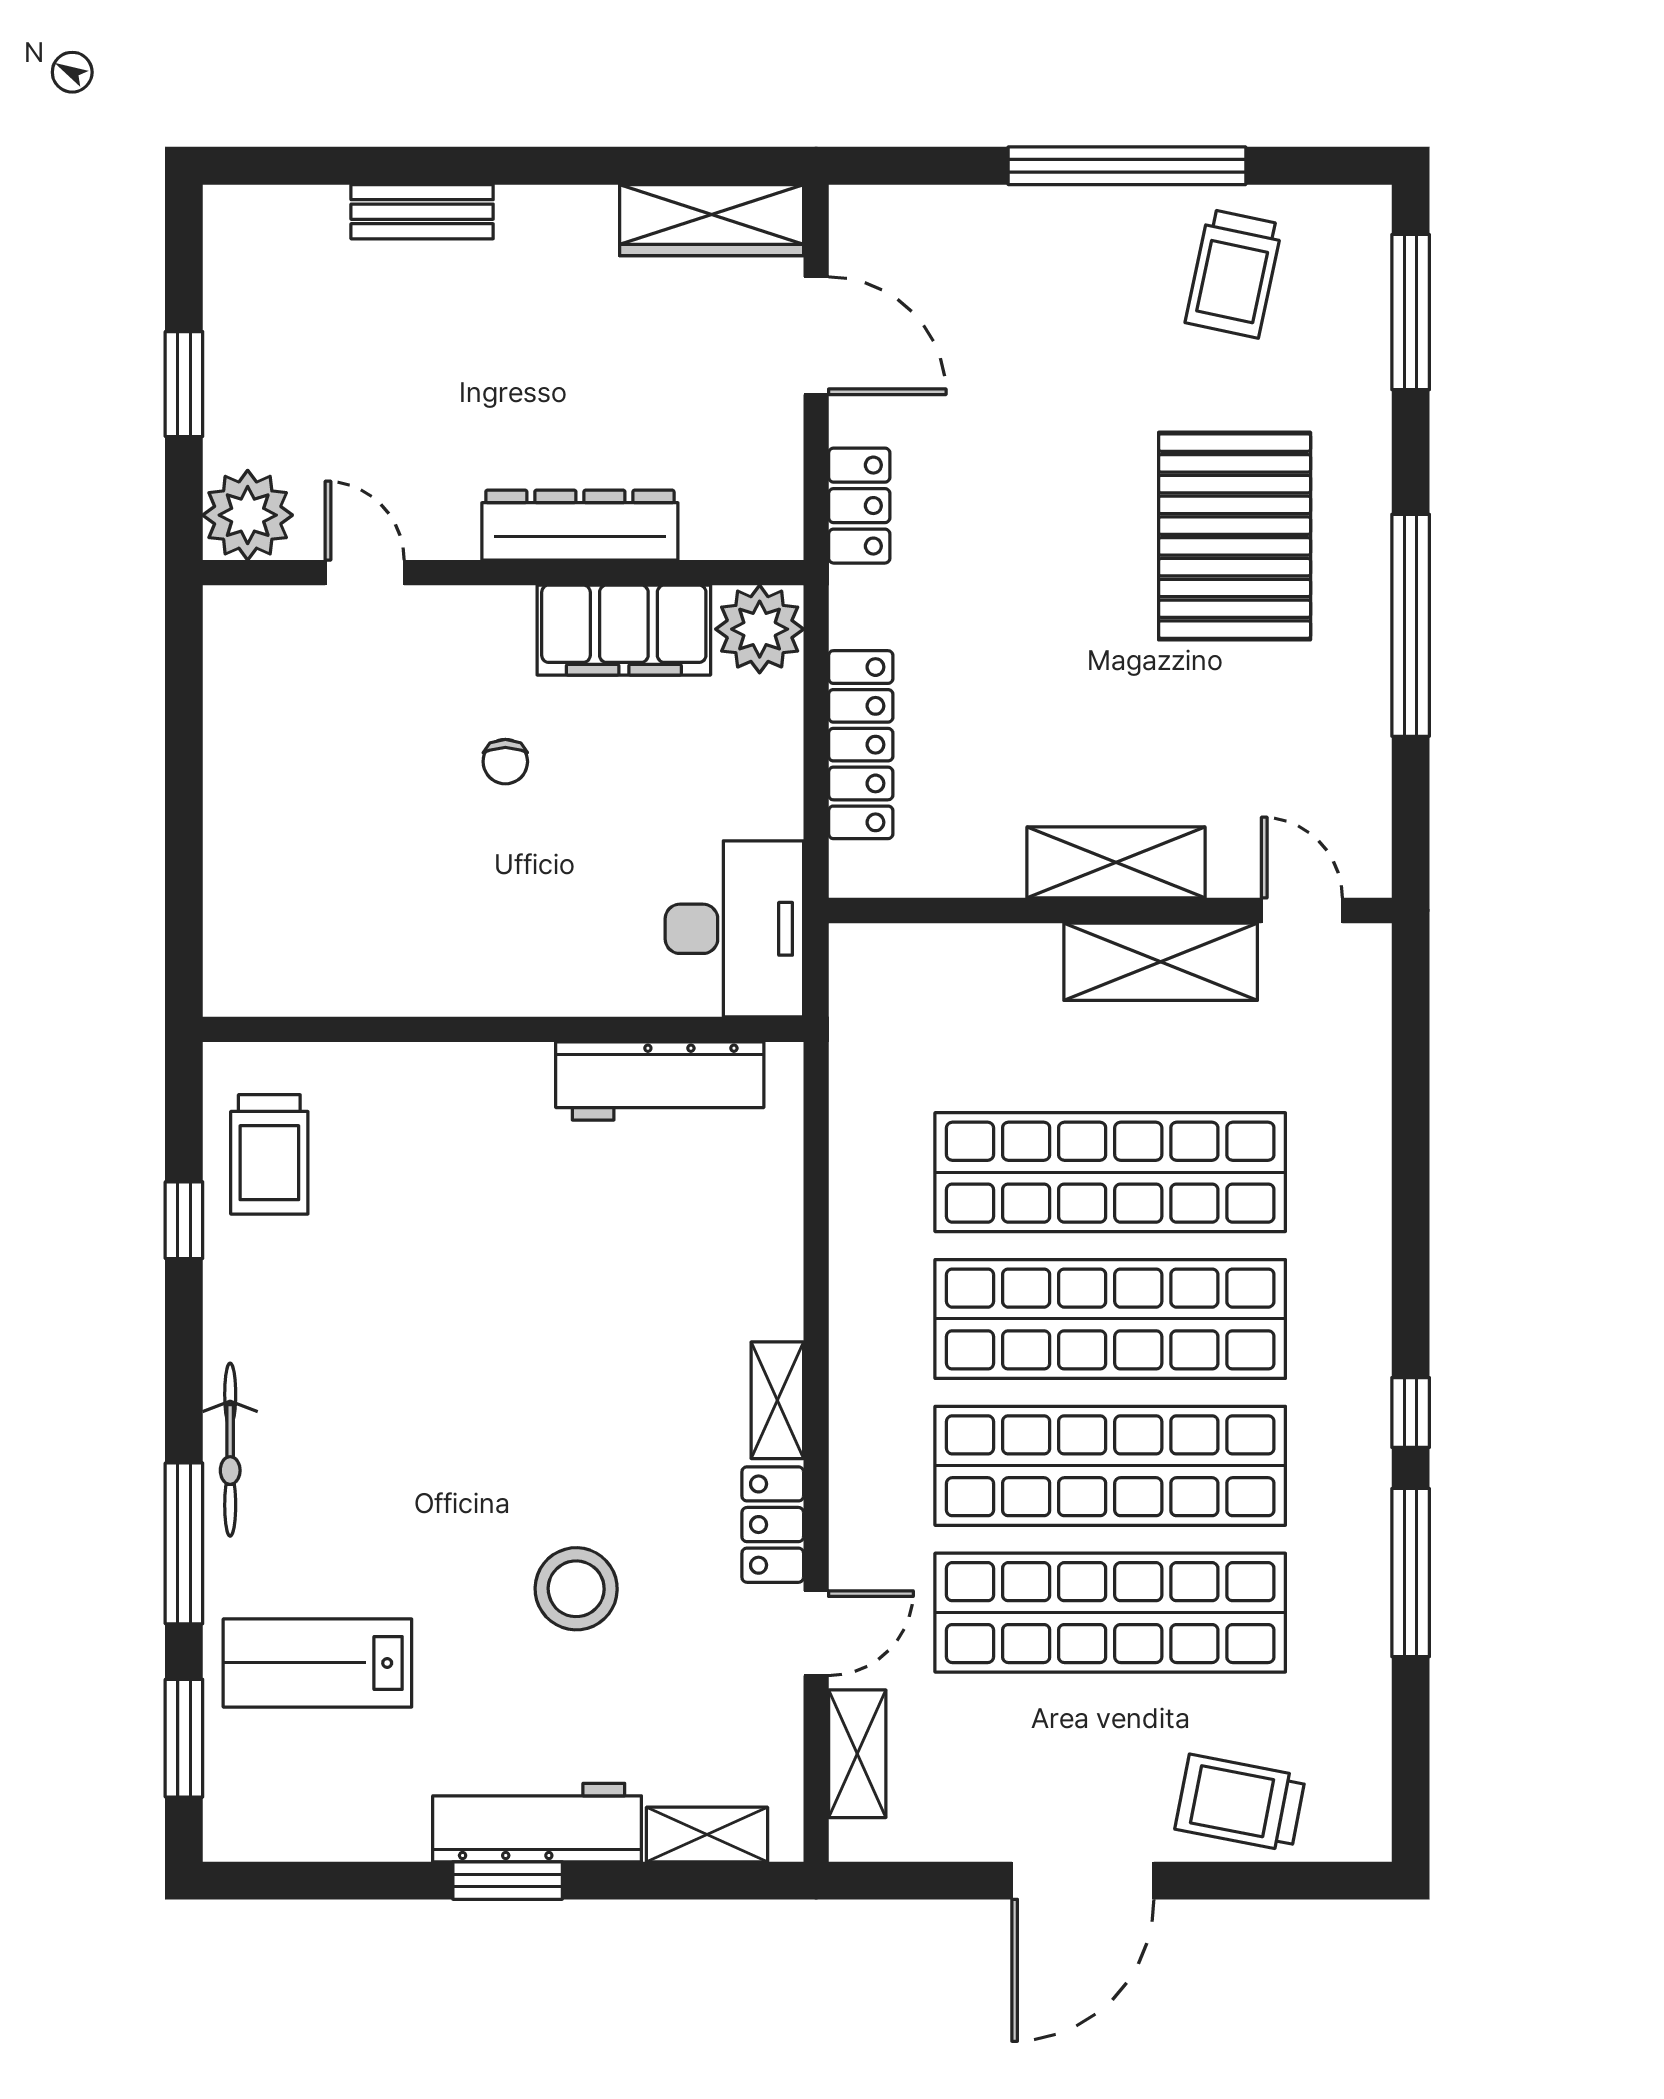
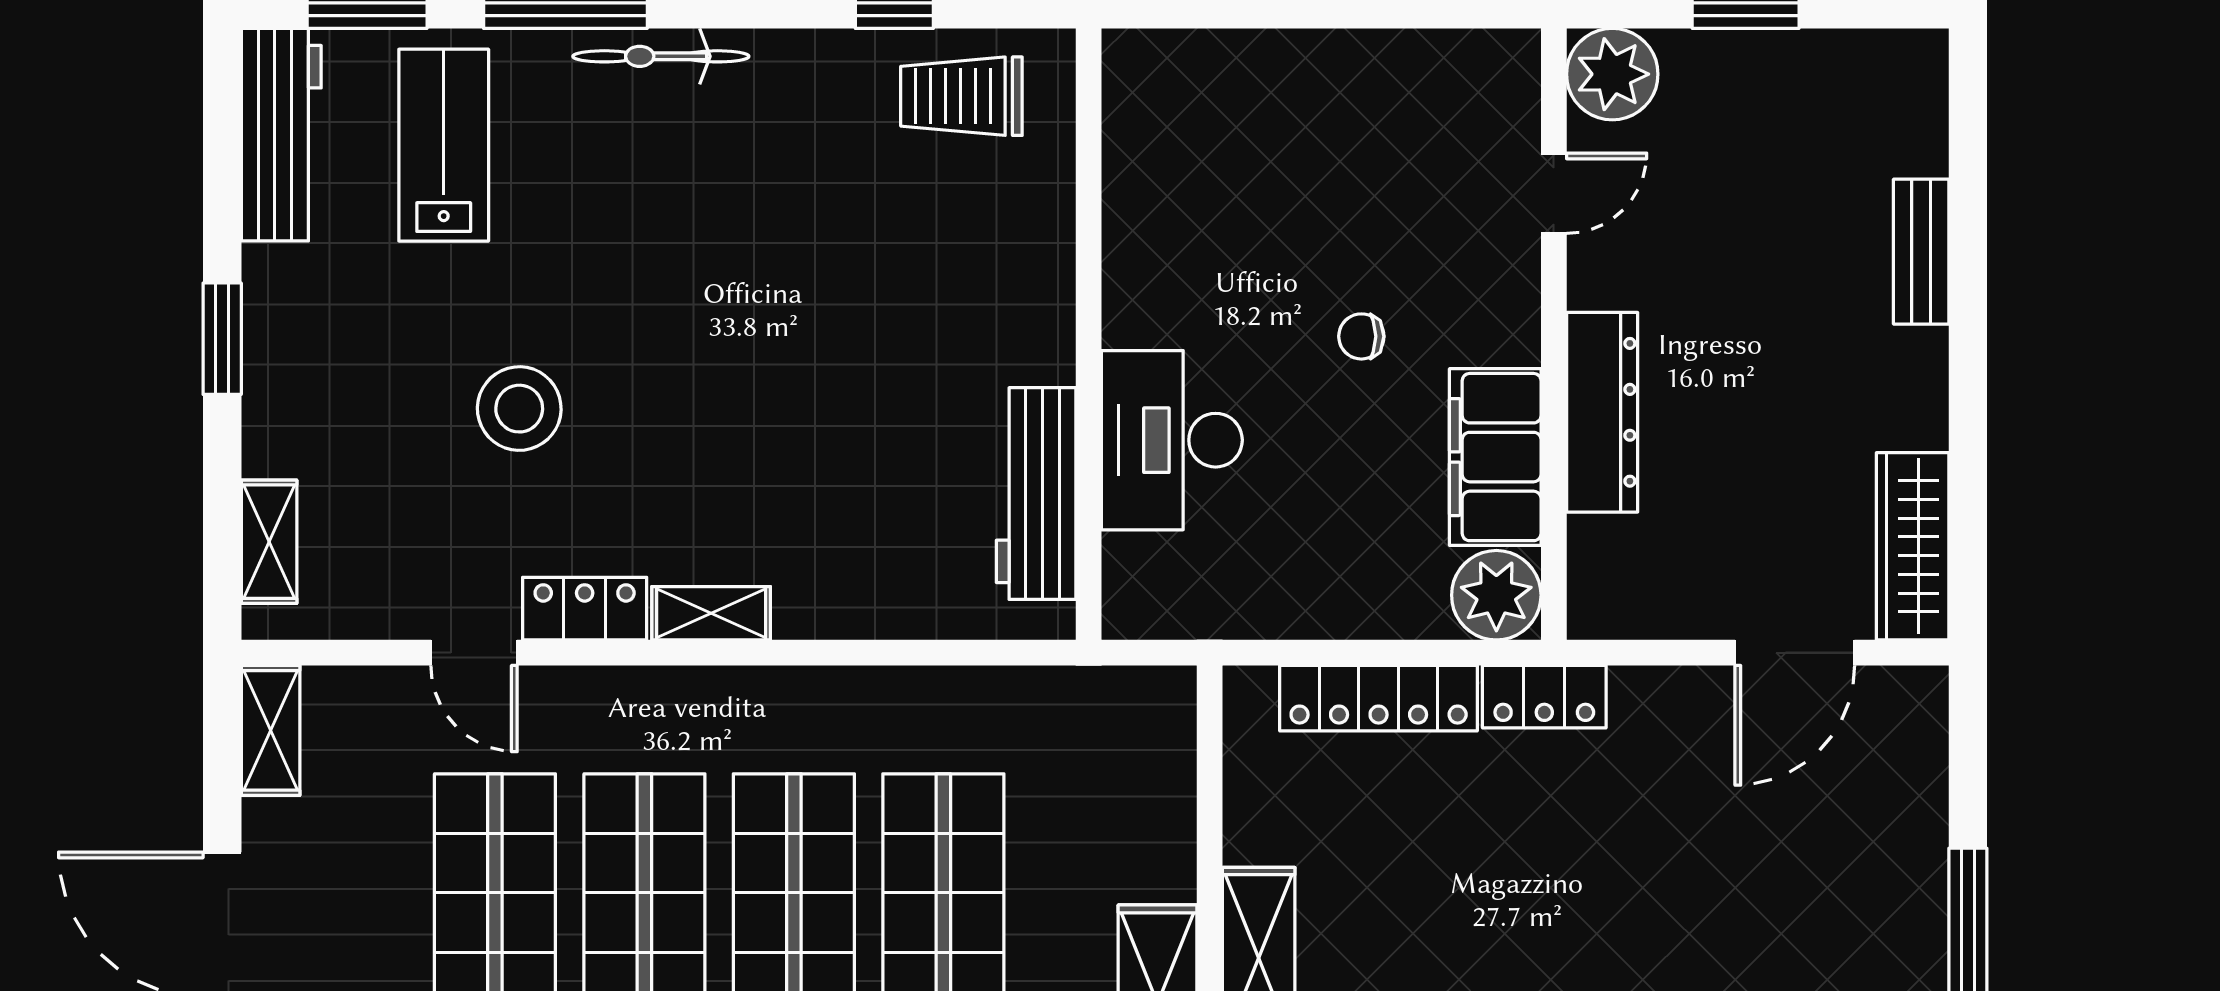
locker: (859, 506) -> (1544, 697), moved
desk: (734, 929) -> (1172, 440), moved, turned 90
shelving: (857, 1754) -> (271, 730), moved, turned 90
workbench: (537, 1823) -> (281, 135), moved

